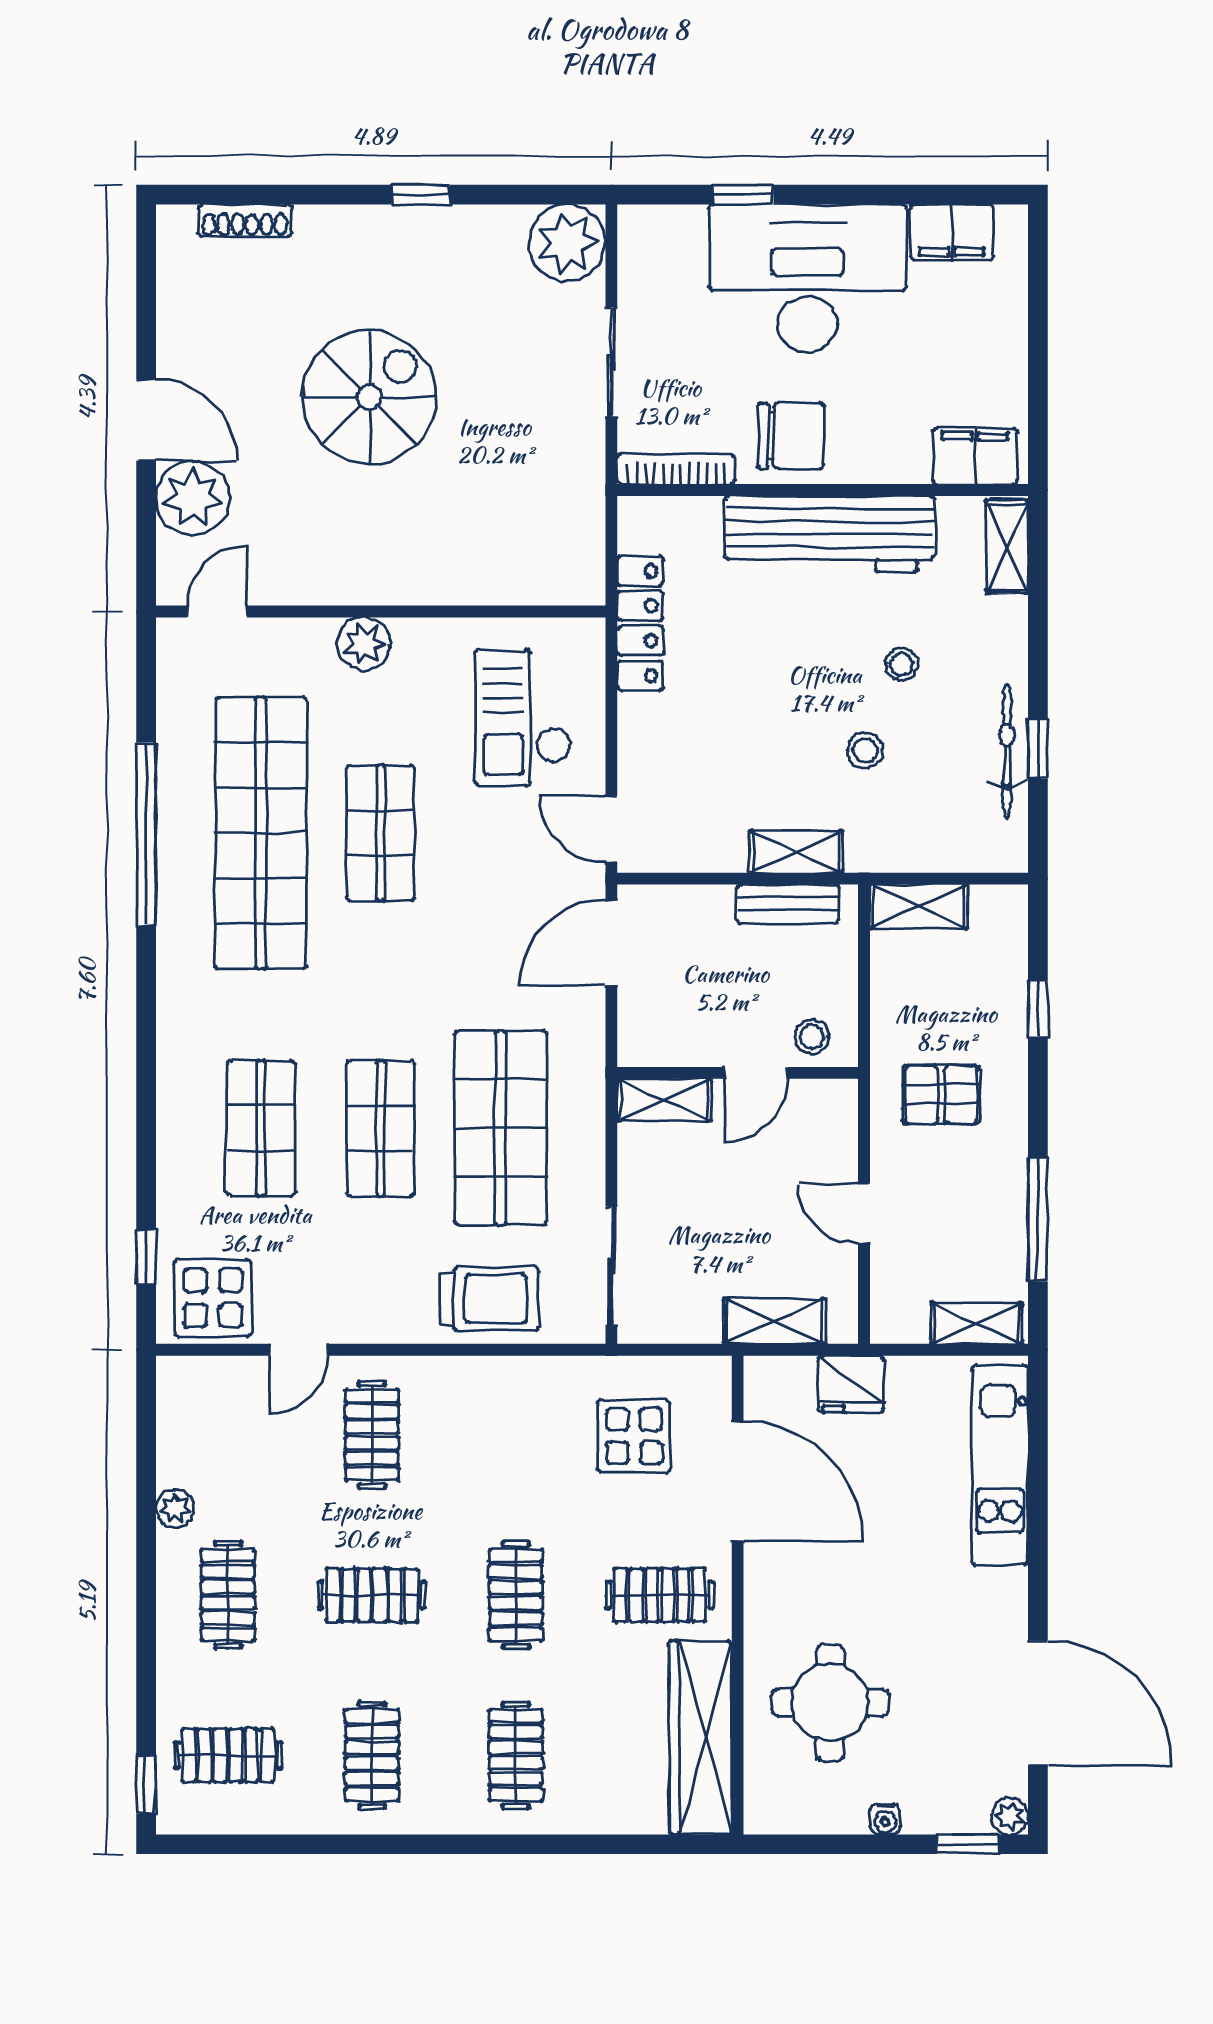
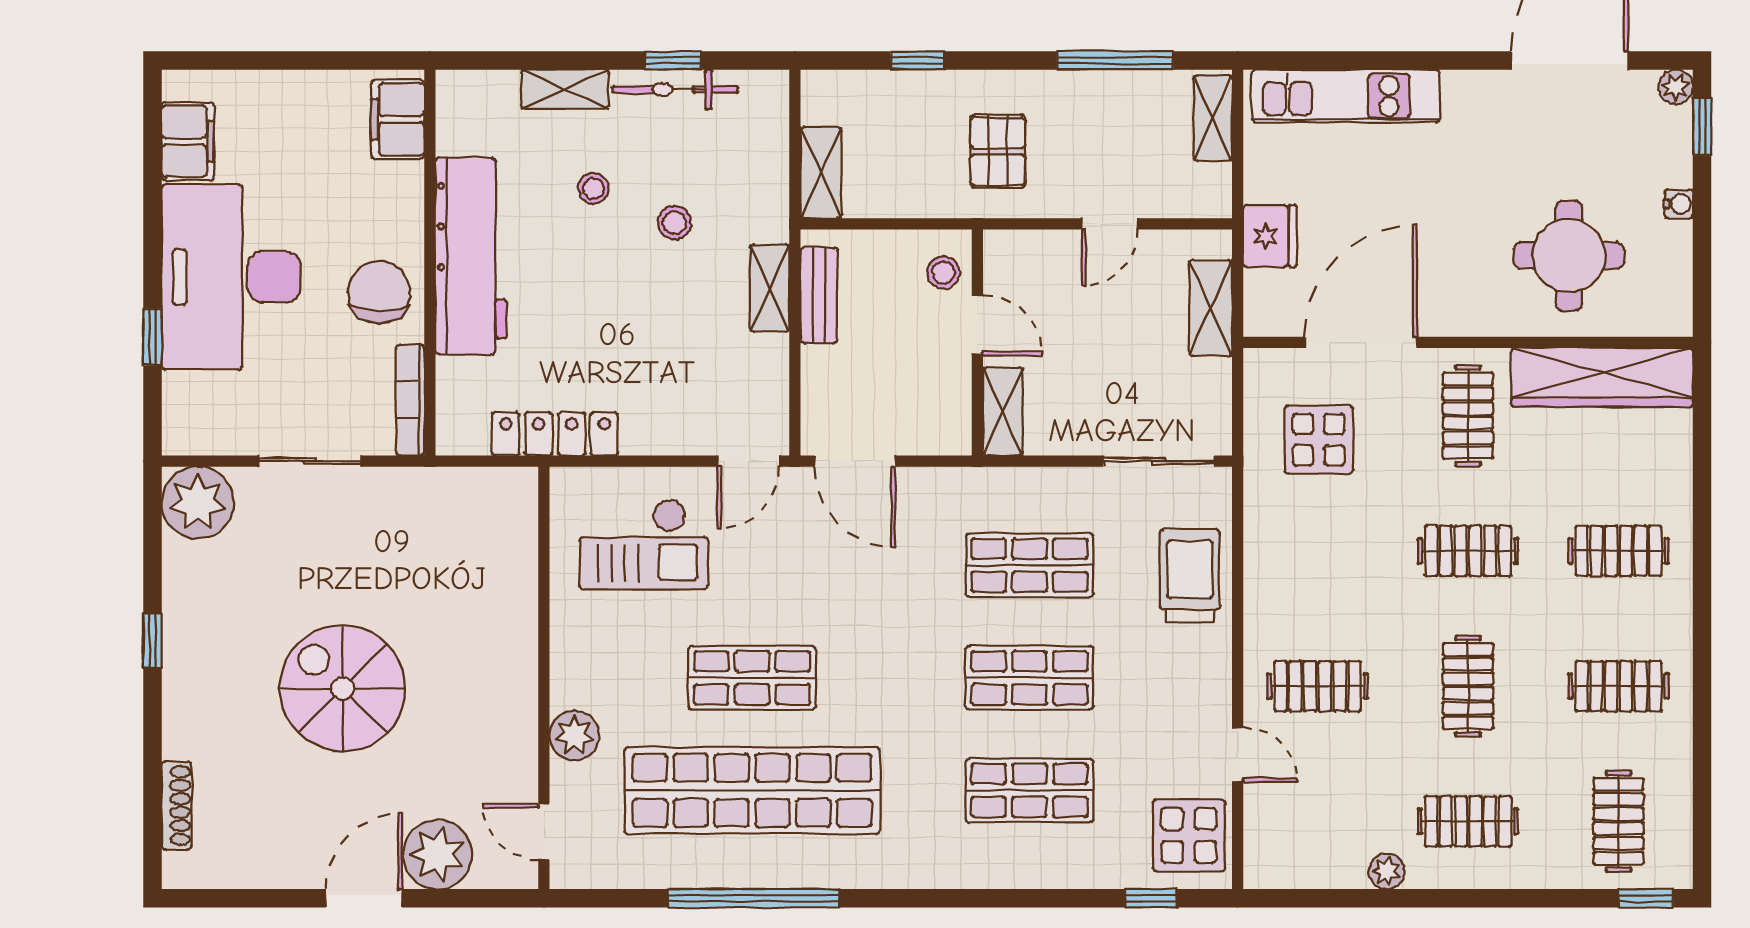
shelving: (1007, 547) -> (565, 89), moved
plant: (364, 644) -> (574, 735), moved
shop shelf: (500, 1128) -> (1029, 565), width x0.70, depth x0.74

